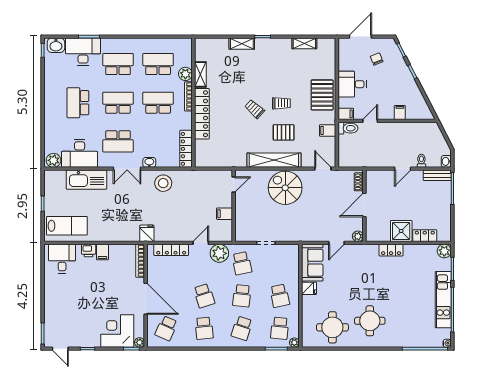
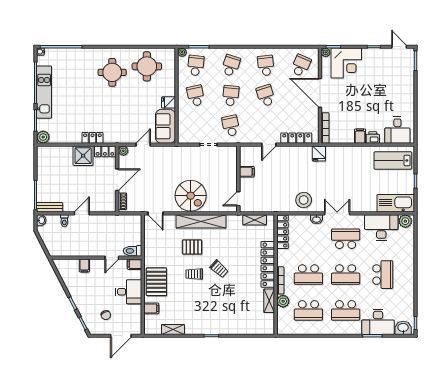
shelving: (242, 44) -> (255, 220), moved
filing cabinet: (328, 131) -> (151, 308), moved
kitchen sink: (86, 180) -> (396, 203), moved
locker: (425, 236) -> (105, 151), moved
plant: (219, 253) -> (252, 135), removed

